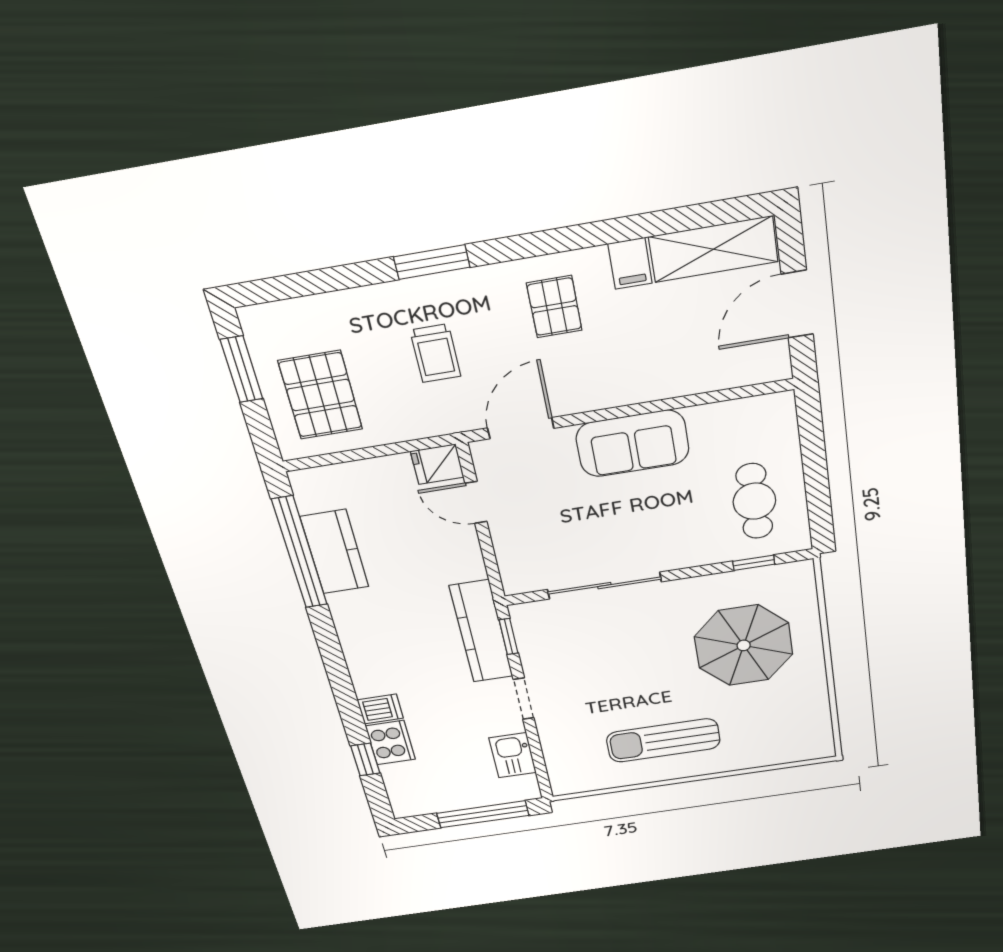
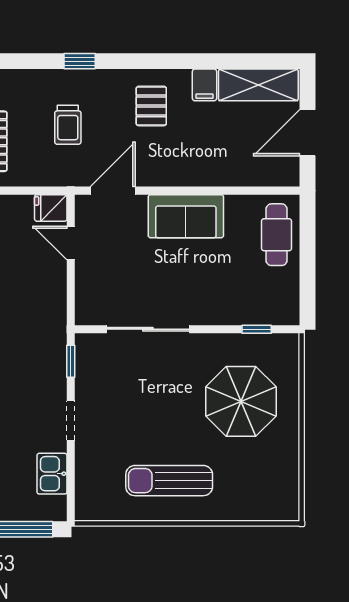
window: (432, 262) -> (80, 61), width x0.67
cafe table: (754, 501) -> (277, 235), moved
kitchen counter: (481, 631) -> (52, 353), removed

